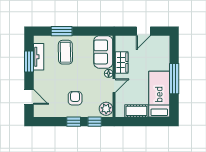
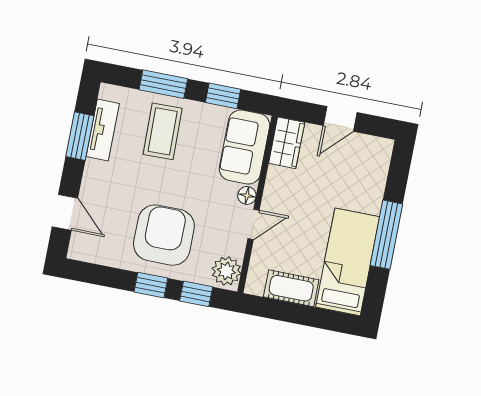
window: (89, 31) -> (223, 96), added
wardrobe: (122, 63) -> (287, 143), moved
armchair: (75, 98) -> (164, 235), width x1.88, depth x1.88

